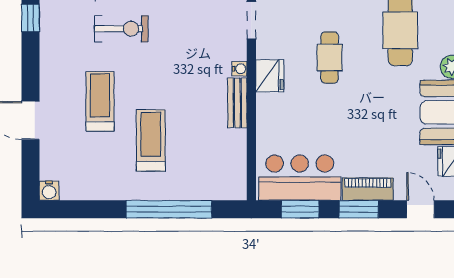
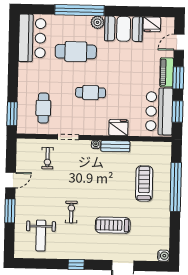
window: (30, 18) -> (76, 264), moved
exercise bike: (121, 29) -> (71, 212), width x0.73, depth x0.72
fridge: (270, 76) -> (118, 128), moved
treadmill: (151, 140) -> (144, 183), moved, turned 90

